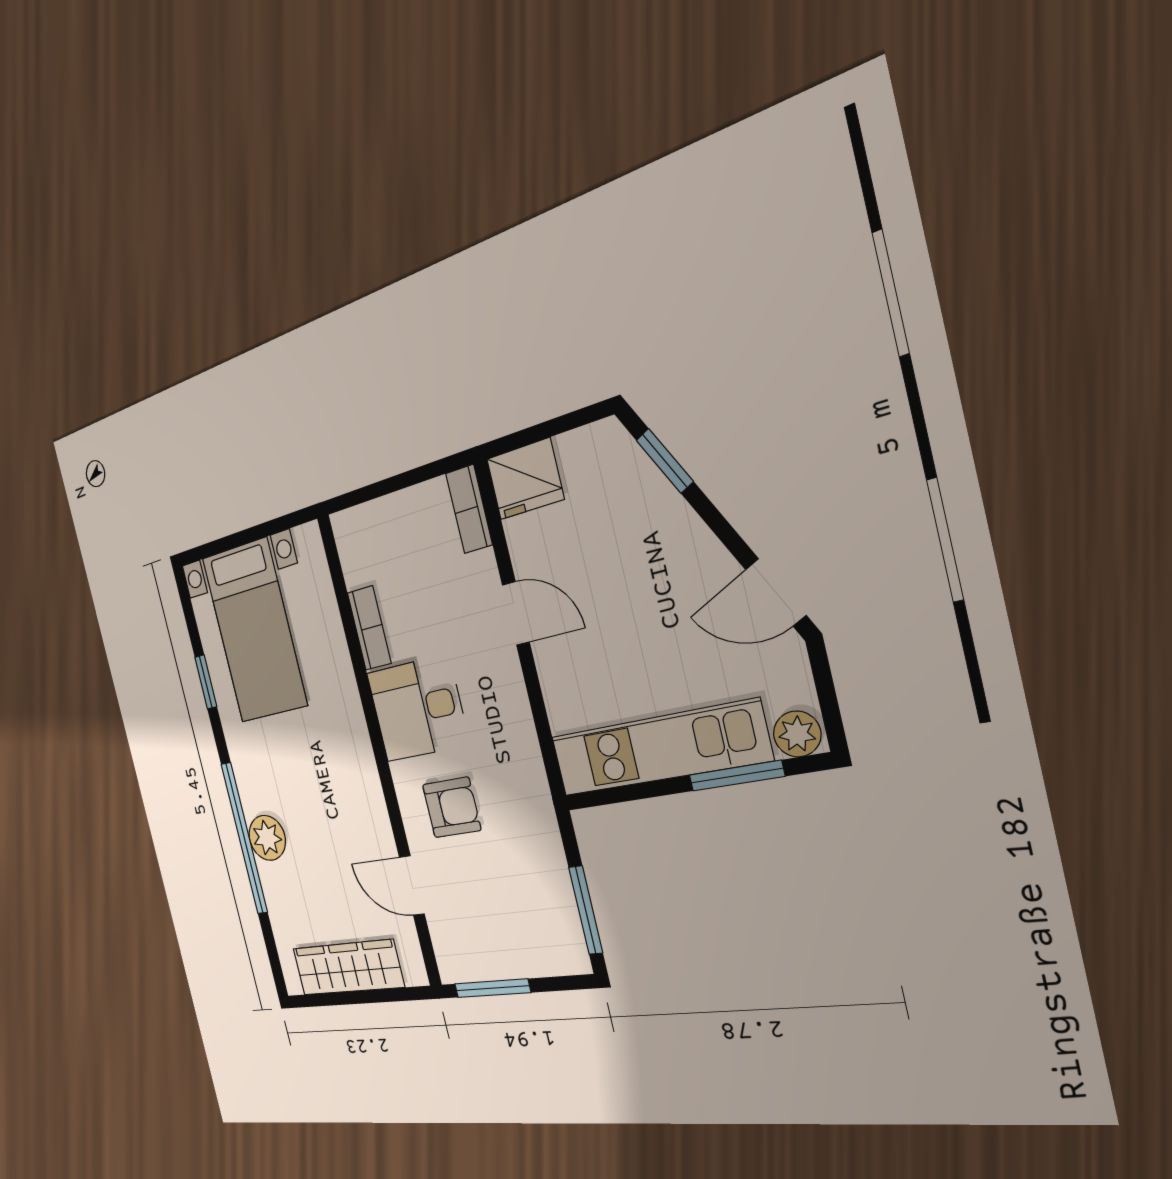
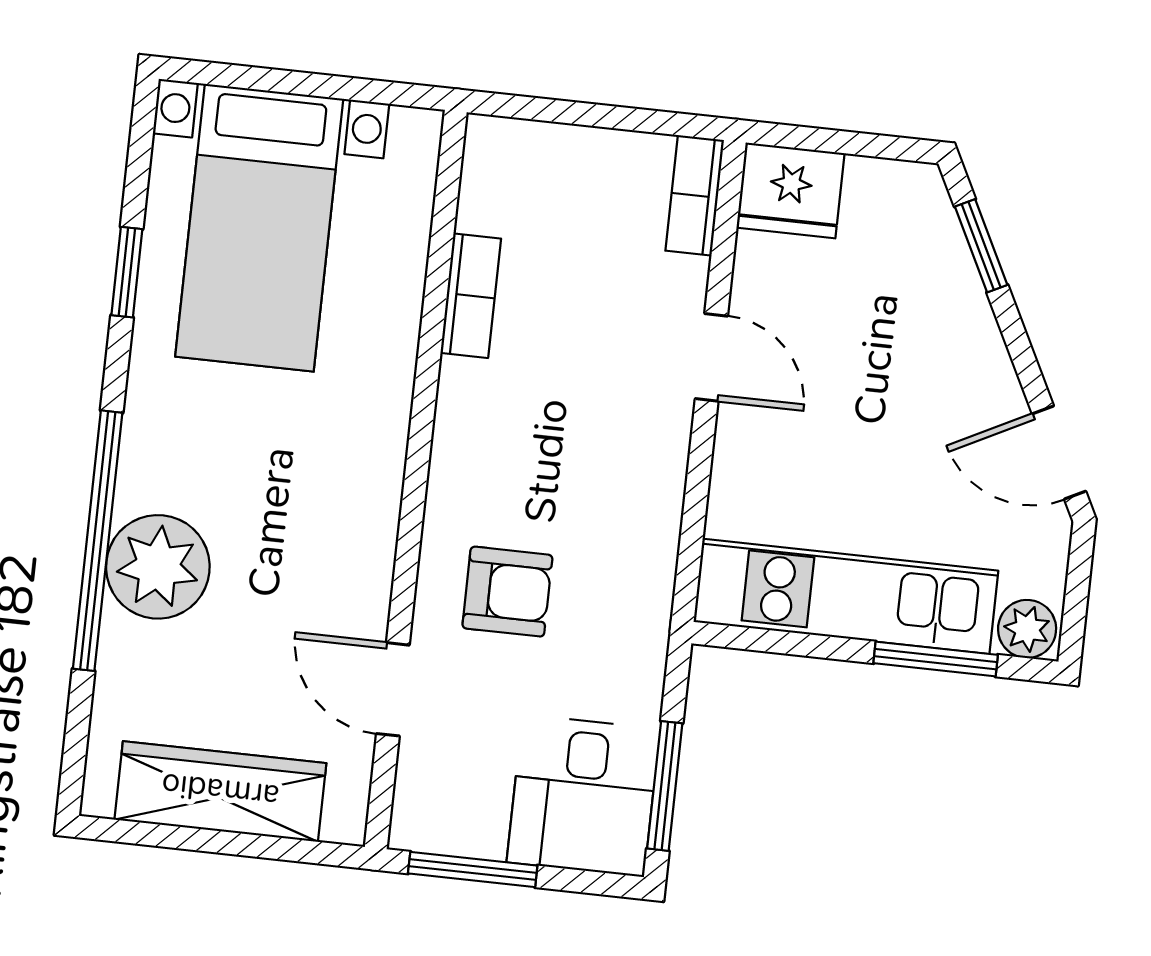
desk: (418, 708) -> (583, 796), moved, turned -90
plant: (267, 838) -> (158, 567), width x1.36, depth x1.36

